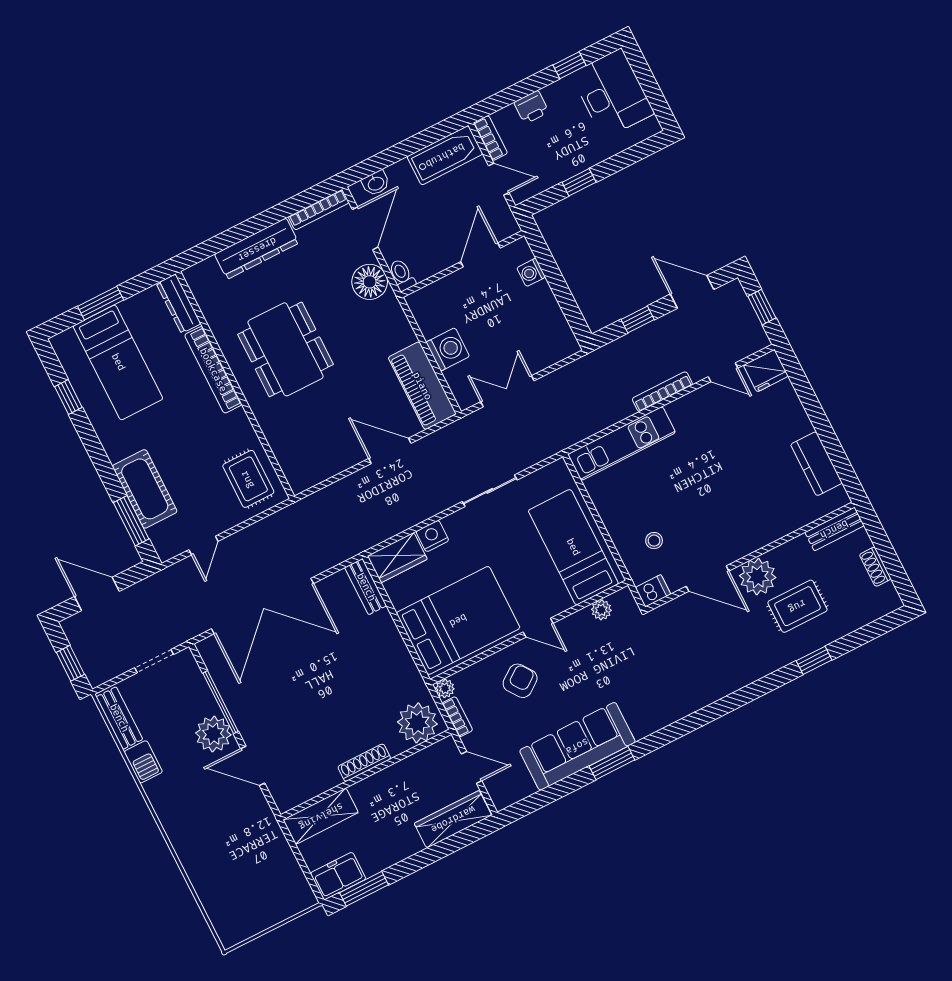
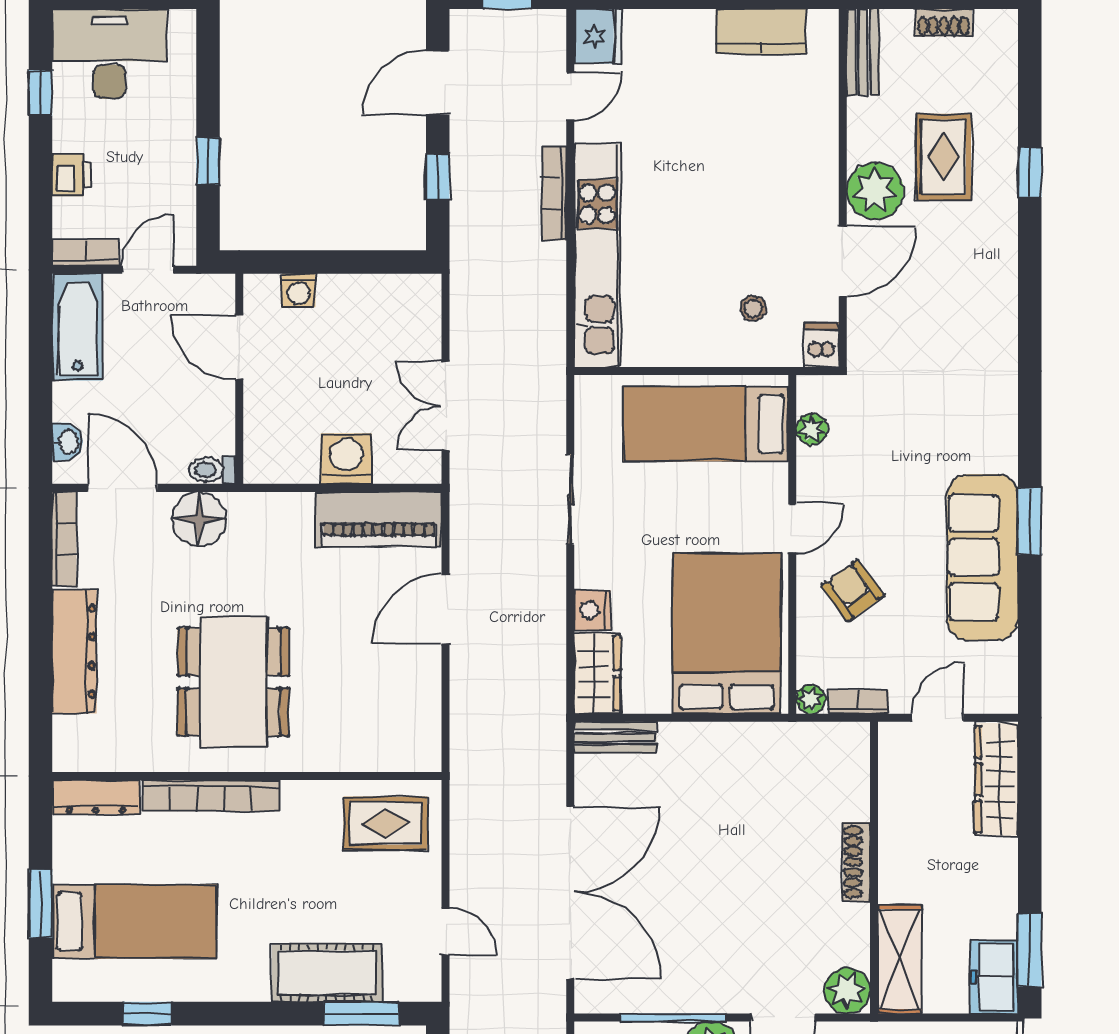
dining table: (286, 349) -> (233, 682), turned 90
kitchen unit: (622, 444) -> (597, 255), width x1.36
plant: (417, 723) -> (847, 991), moved, width x0.73, depth x0.73

